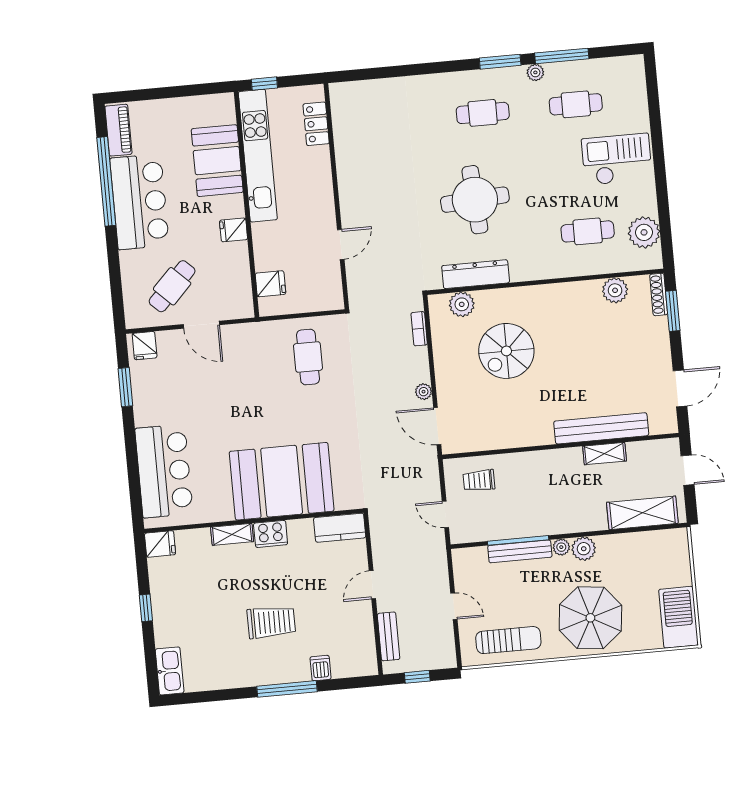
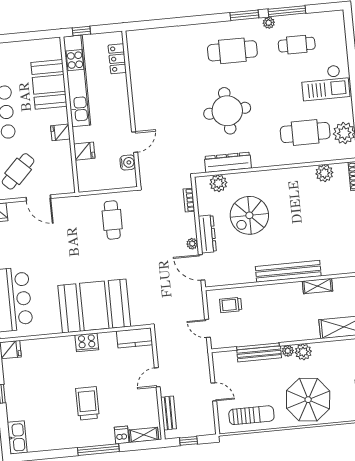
cafe table: (483, 113) -> (232, 51), width x1.37, depth x1.35
checkout: (617, 159) -> (325, 83), turned 180
cafe table: (588, 231) -> (305, 132), width x1.37, depth x1.35
water cooler: (331, 274) -> (128, 163), added
fridge: (270, 284) -> (84, 151), moved
dresser: (446, 378) -> (207, 234), added
bench: (601, 428) -> (288, 271), moved
shelving: (232, 534) -> (144, 435), moved
trolley: (271, 622) -> (87, 403), turned -90

